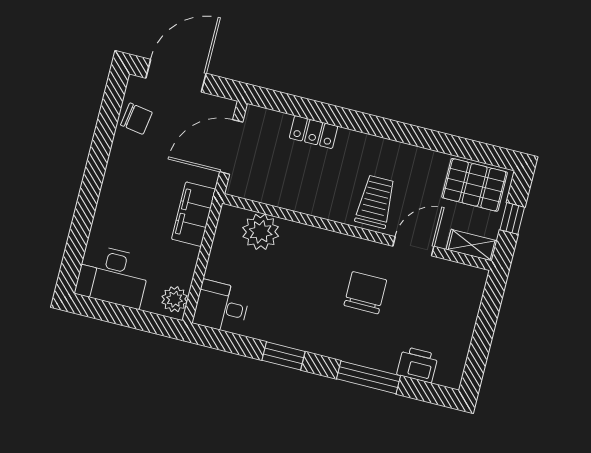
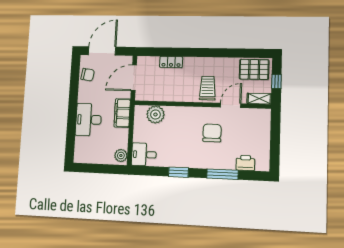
desk: (113, 276) -> (88, 120), moved, turned 90

